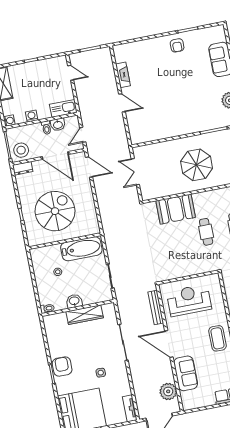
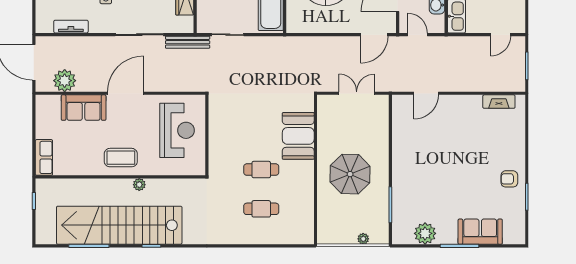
fireplace: (123, 75) -> (499, 102), moved
door: (122, 103) -> (426, 93), moved
bench: (156, 307) -> (188, 42), moved
tv unit: (130, 408) -> (71, 27), moved

